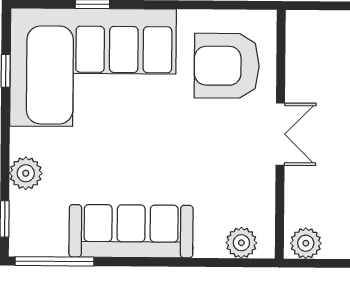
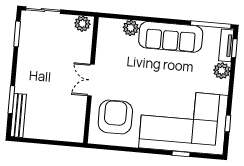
armchair: (227, 66) -> (115, 117), turned -90
tv unit: (21, 223) -> (226, 45), added
plant: (241, 243) -> (131, 28), moved

